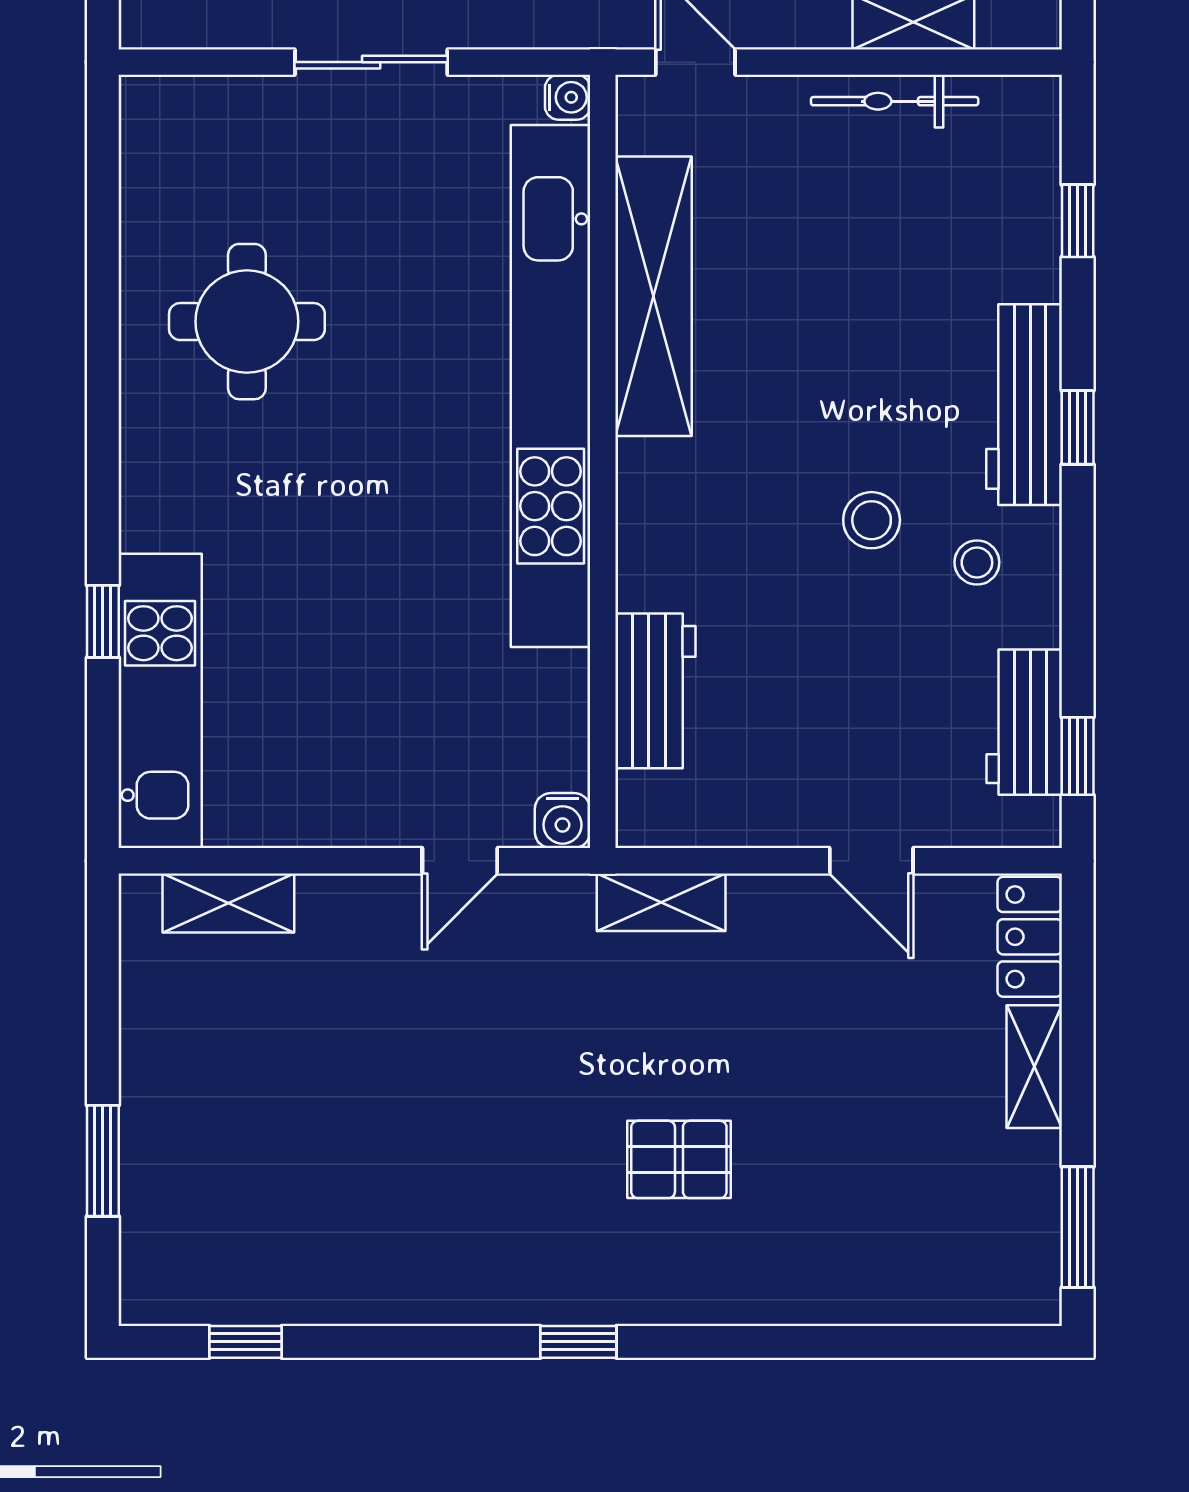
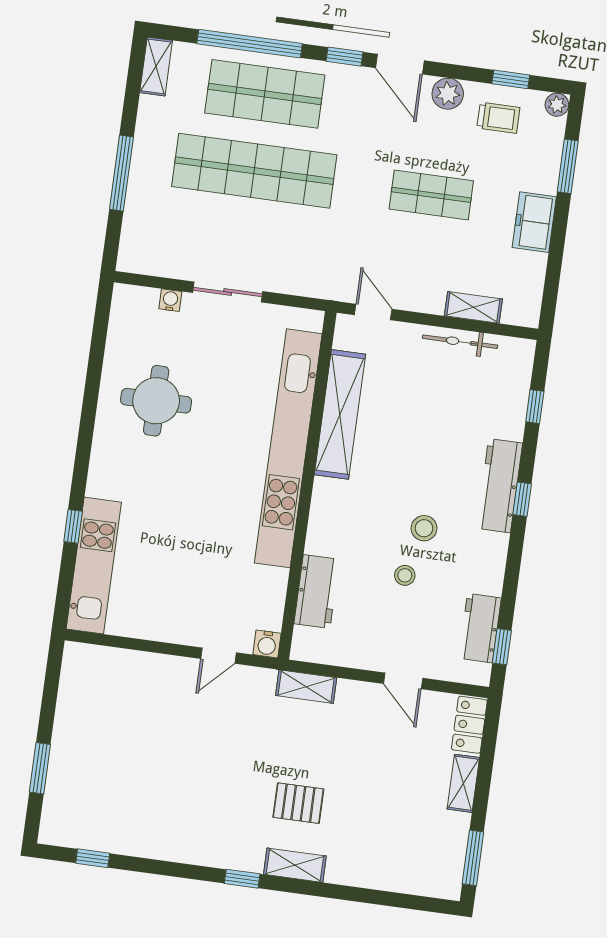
water cooler: (568, 97) -> (170, 300), moved, turned -90
stool: (977, 562) -> (405, 575), moved
shelving: (228, 903) -> (295, 865), moved

